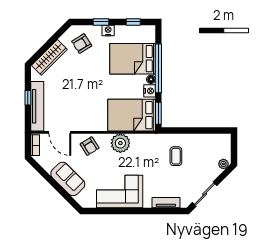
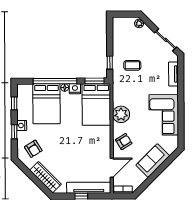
window: (179, 131) -> (110, 63), added

